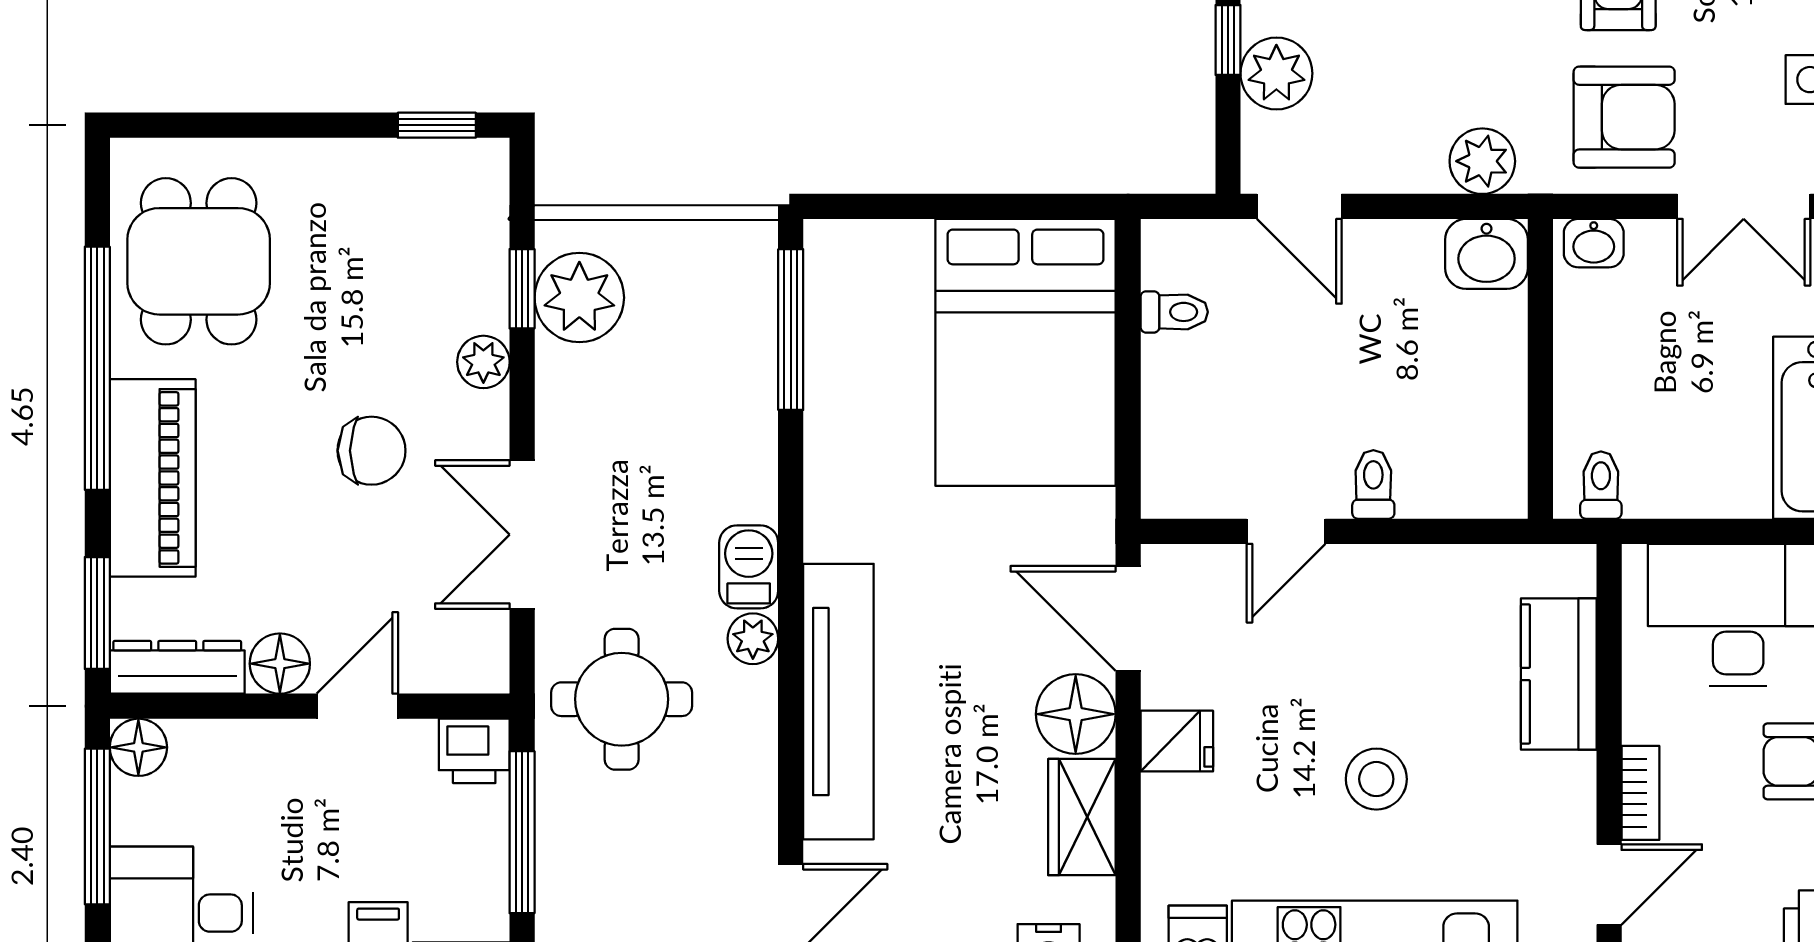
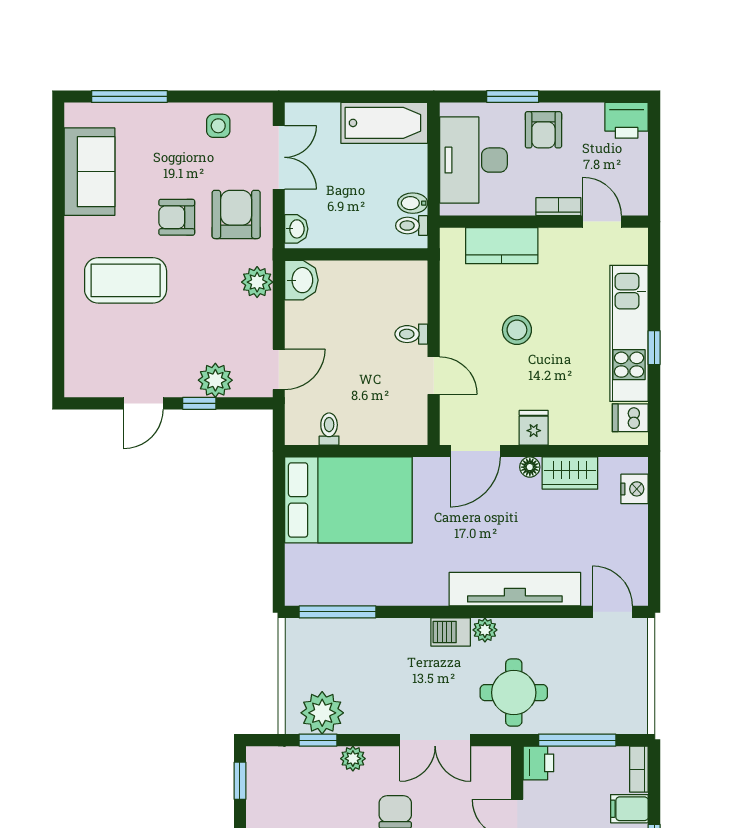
bidet: (1648, 487) -> (413, 203), added
floor lamp: (1076, 714) -> (530, 467), width x0.53, depth x0.53
stool: (1376, 779) -> (517, 330), moved

